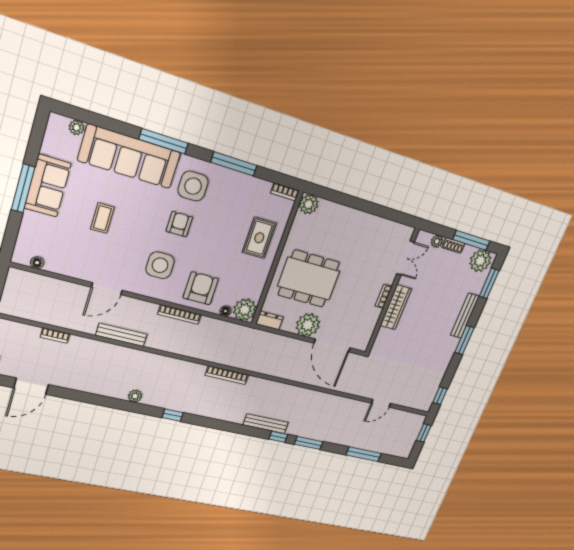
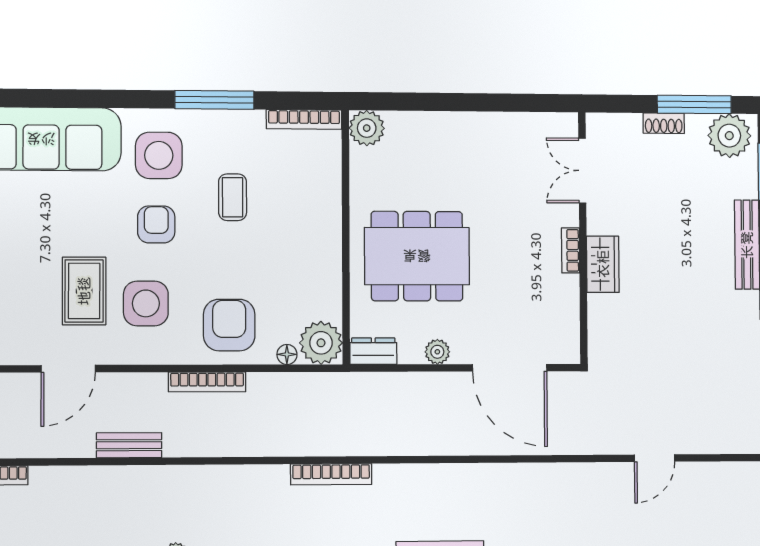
window: (164, 141) -> (88, 99), removed
bookcase: (285, 192) -> (304, 119), width x1.56
coffee table: (102, 218) -> (233, 197), moved
rug: (259, 238) -> (84, 291), moved
plant: (437, 241) -> (629, 125), removed
double door: (405, 258) -> (582, 171), swing flipped
wardrobe: (396, 307) -> (603, 264), width x0.67
plant: (308, 325) -> (437, 352), width x0.53, depth x0.53
bench: (121, 335) -> (129, 445), width x0.73

